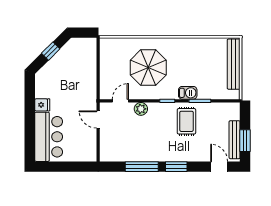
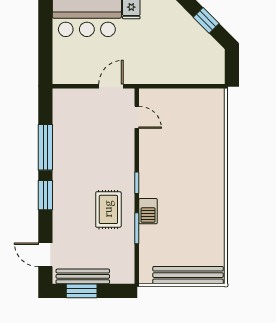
parasol: (148, 68) -> (183, 156), removed
plant: (141, 109) -> (126, 146), removed
rug: (186, 121) -> (108, 209), turned 90
door: (219, 167) -> (45, 255), swing flipped

